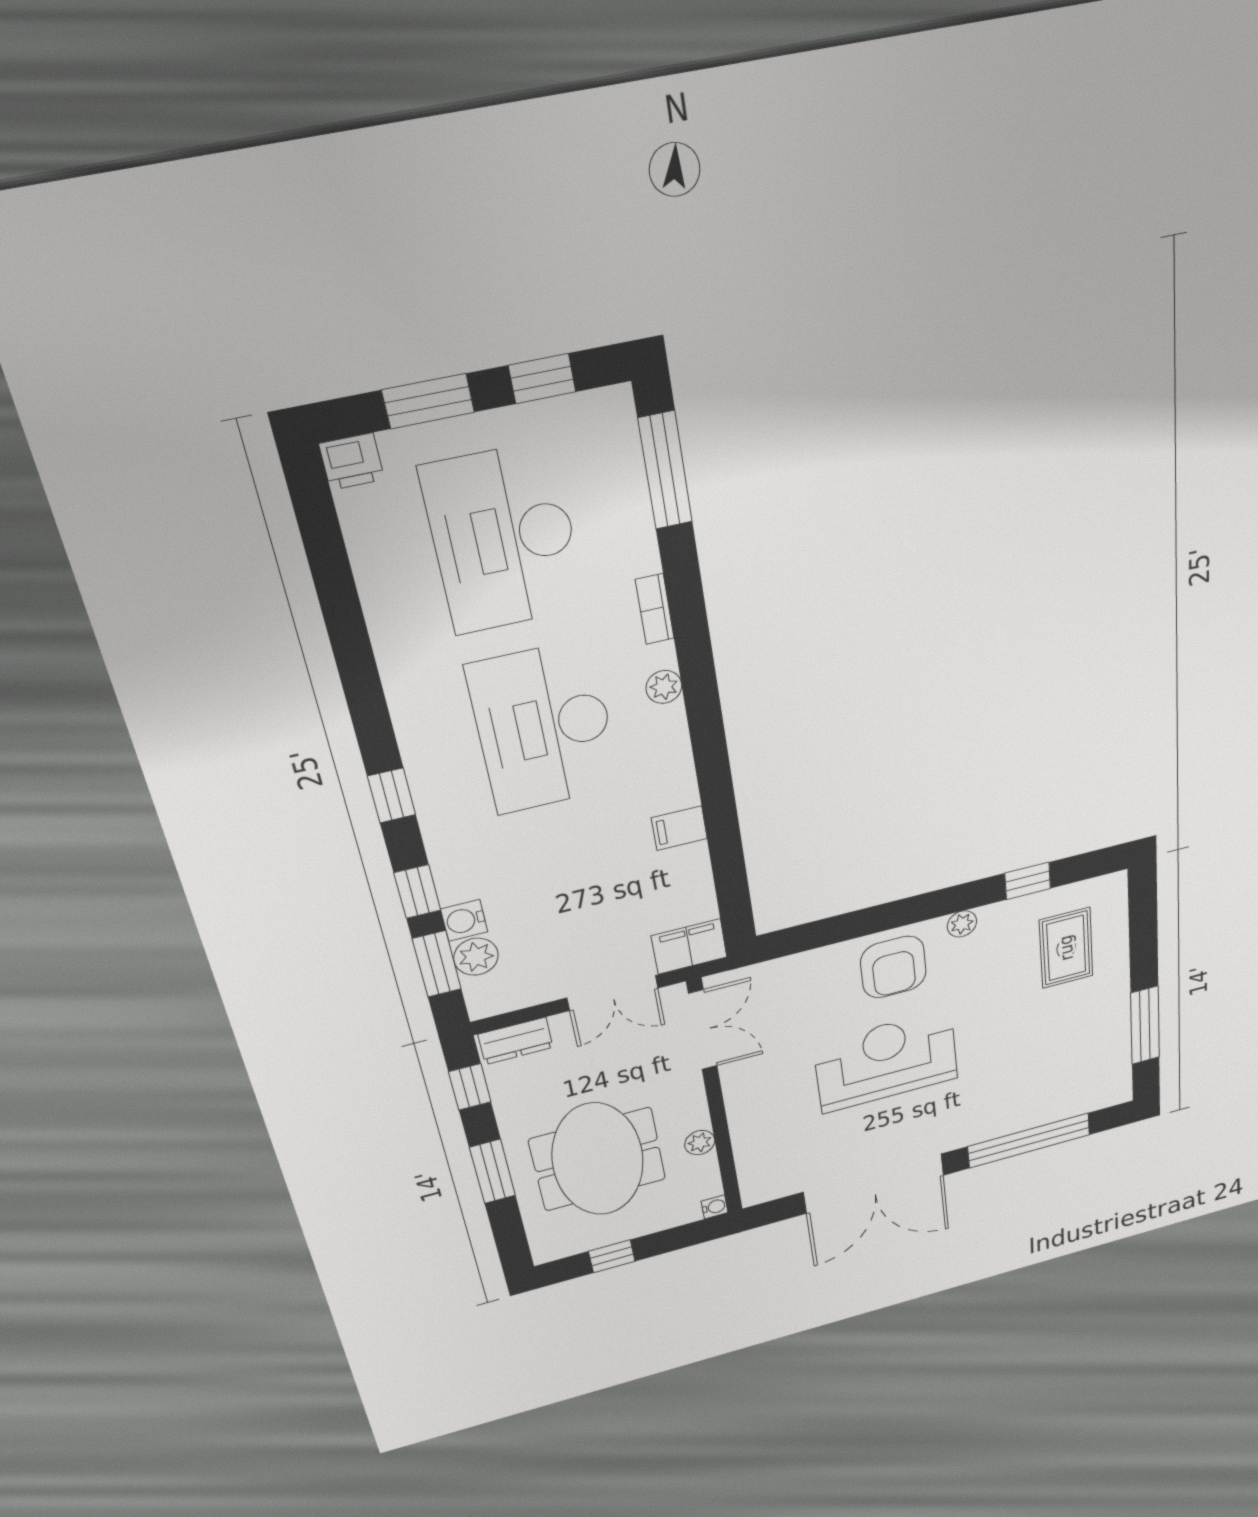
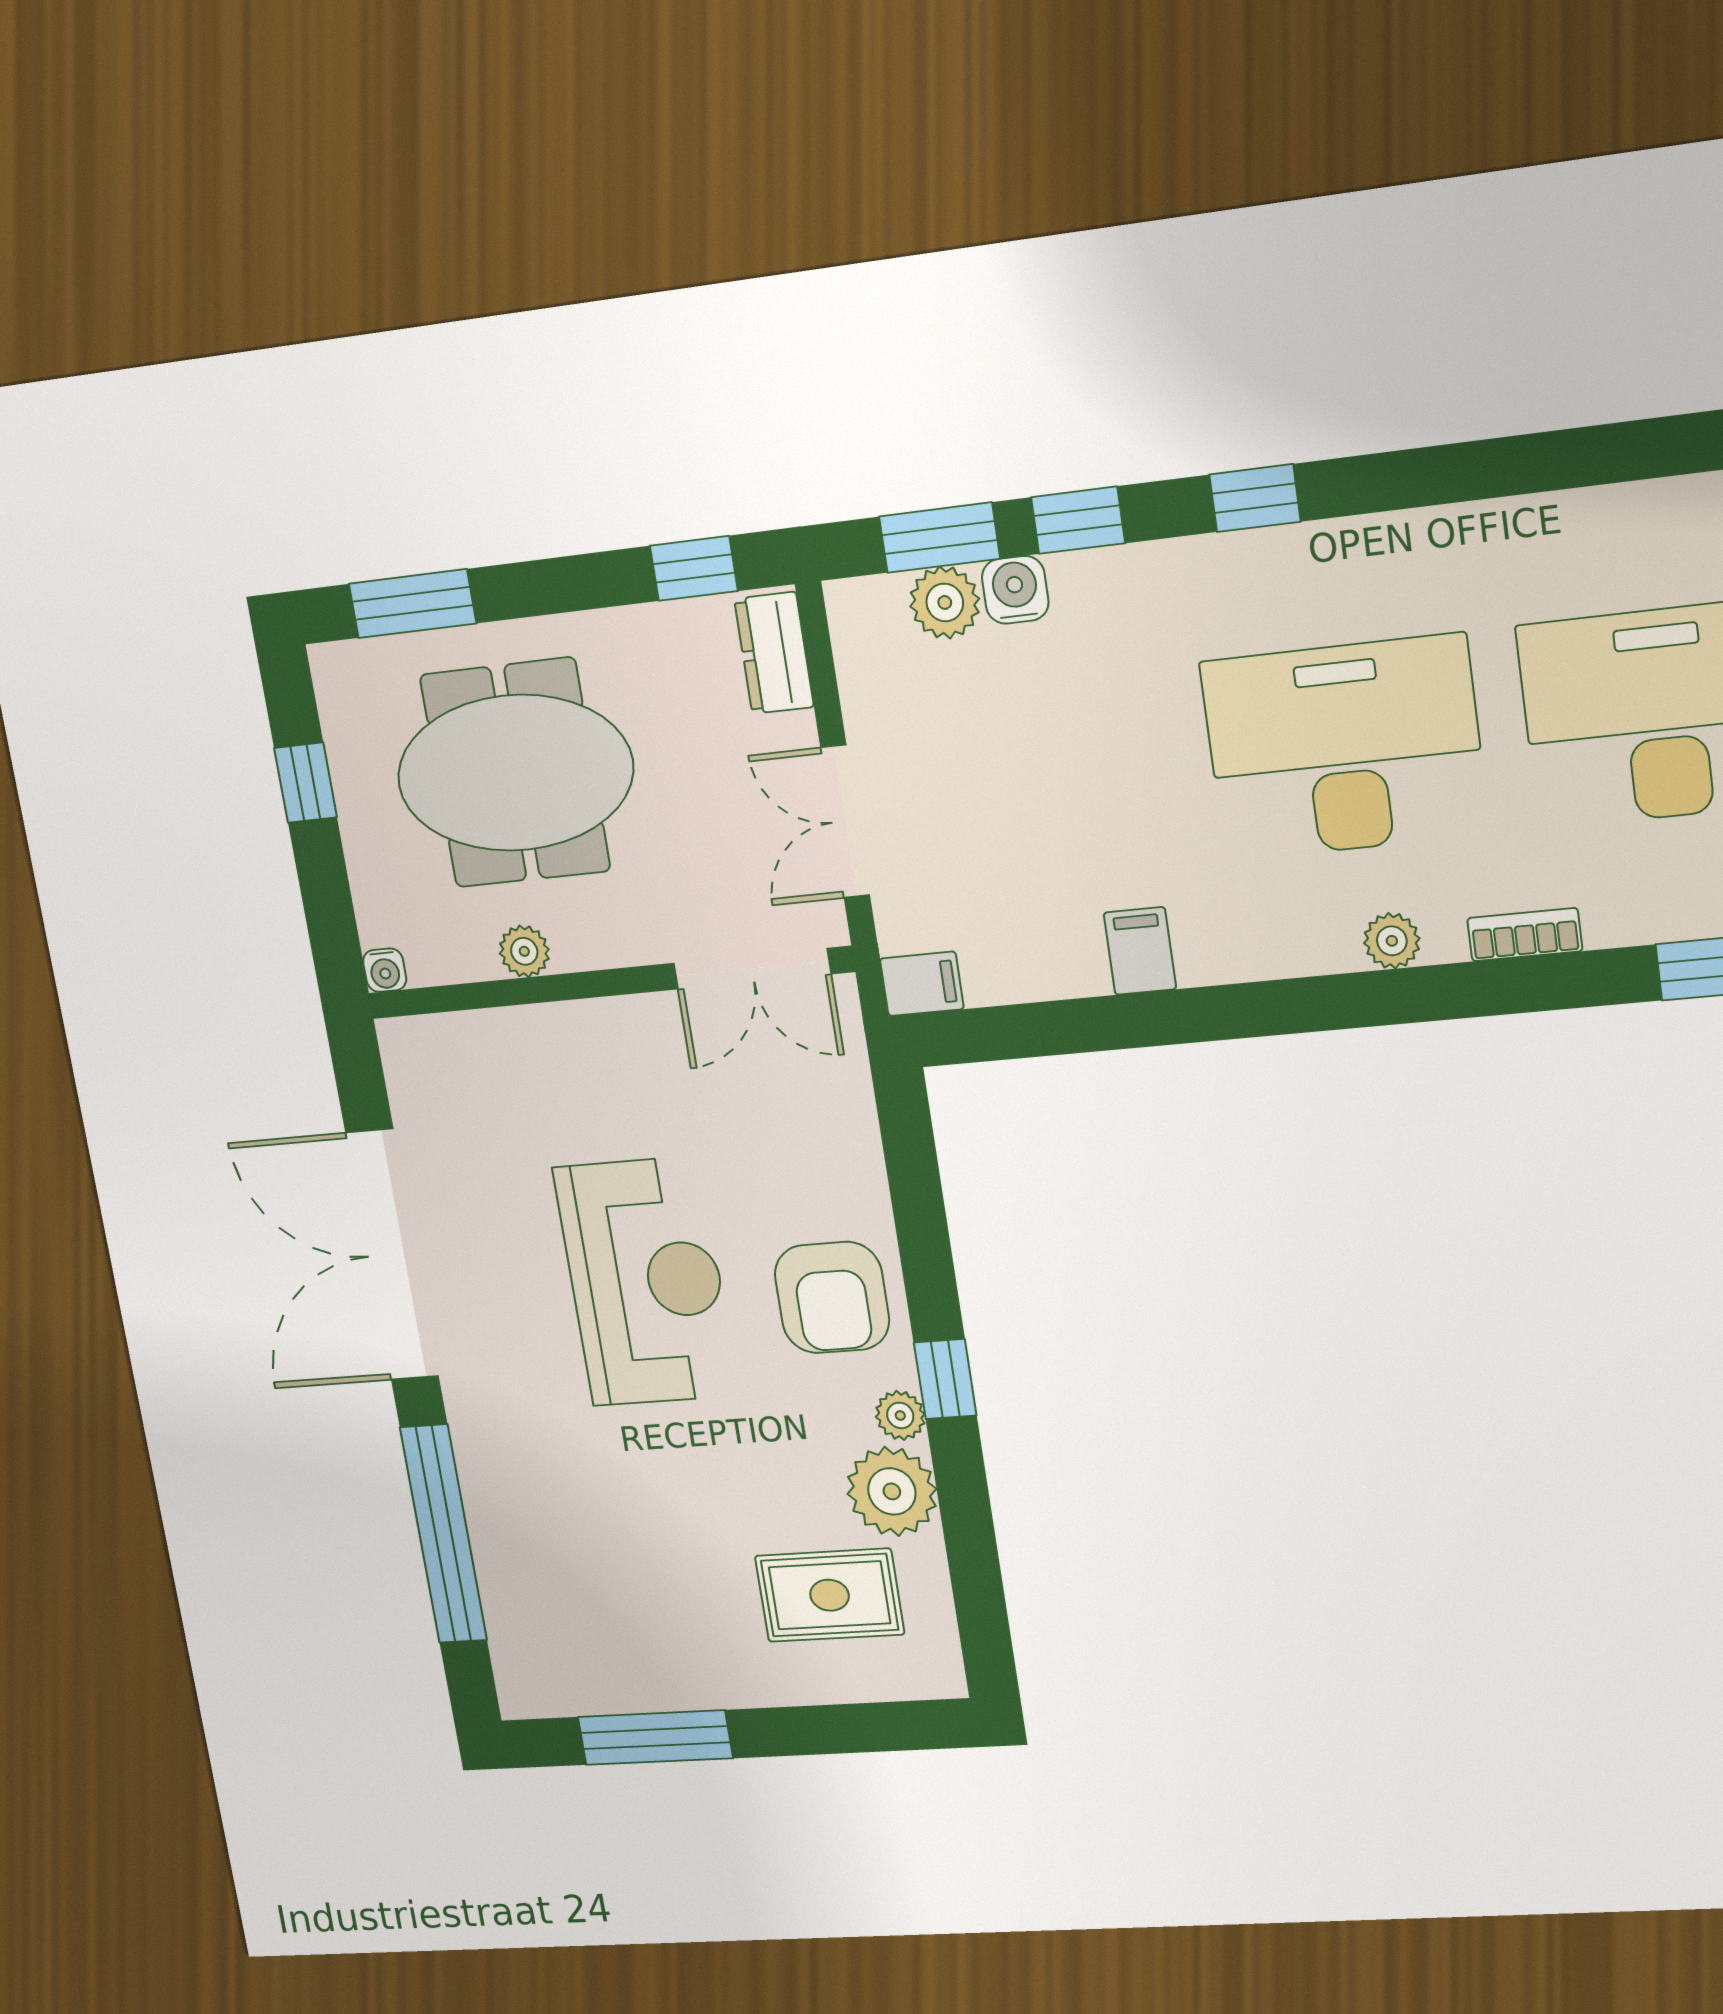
window: (1028, 881) -> (945, 1379), moved
plant: (1006, 923) -> (892, 1491), added
filing cabinet: (689, 947) -> (922, 984), width x0.50
armchair: (893, 967) -> (832, 1298), turned -90
window: (493, 1172) -> (412, 604), moved

